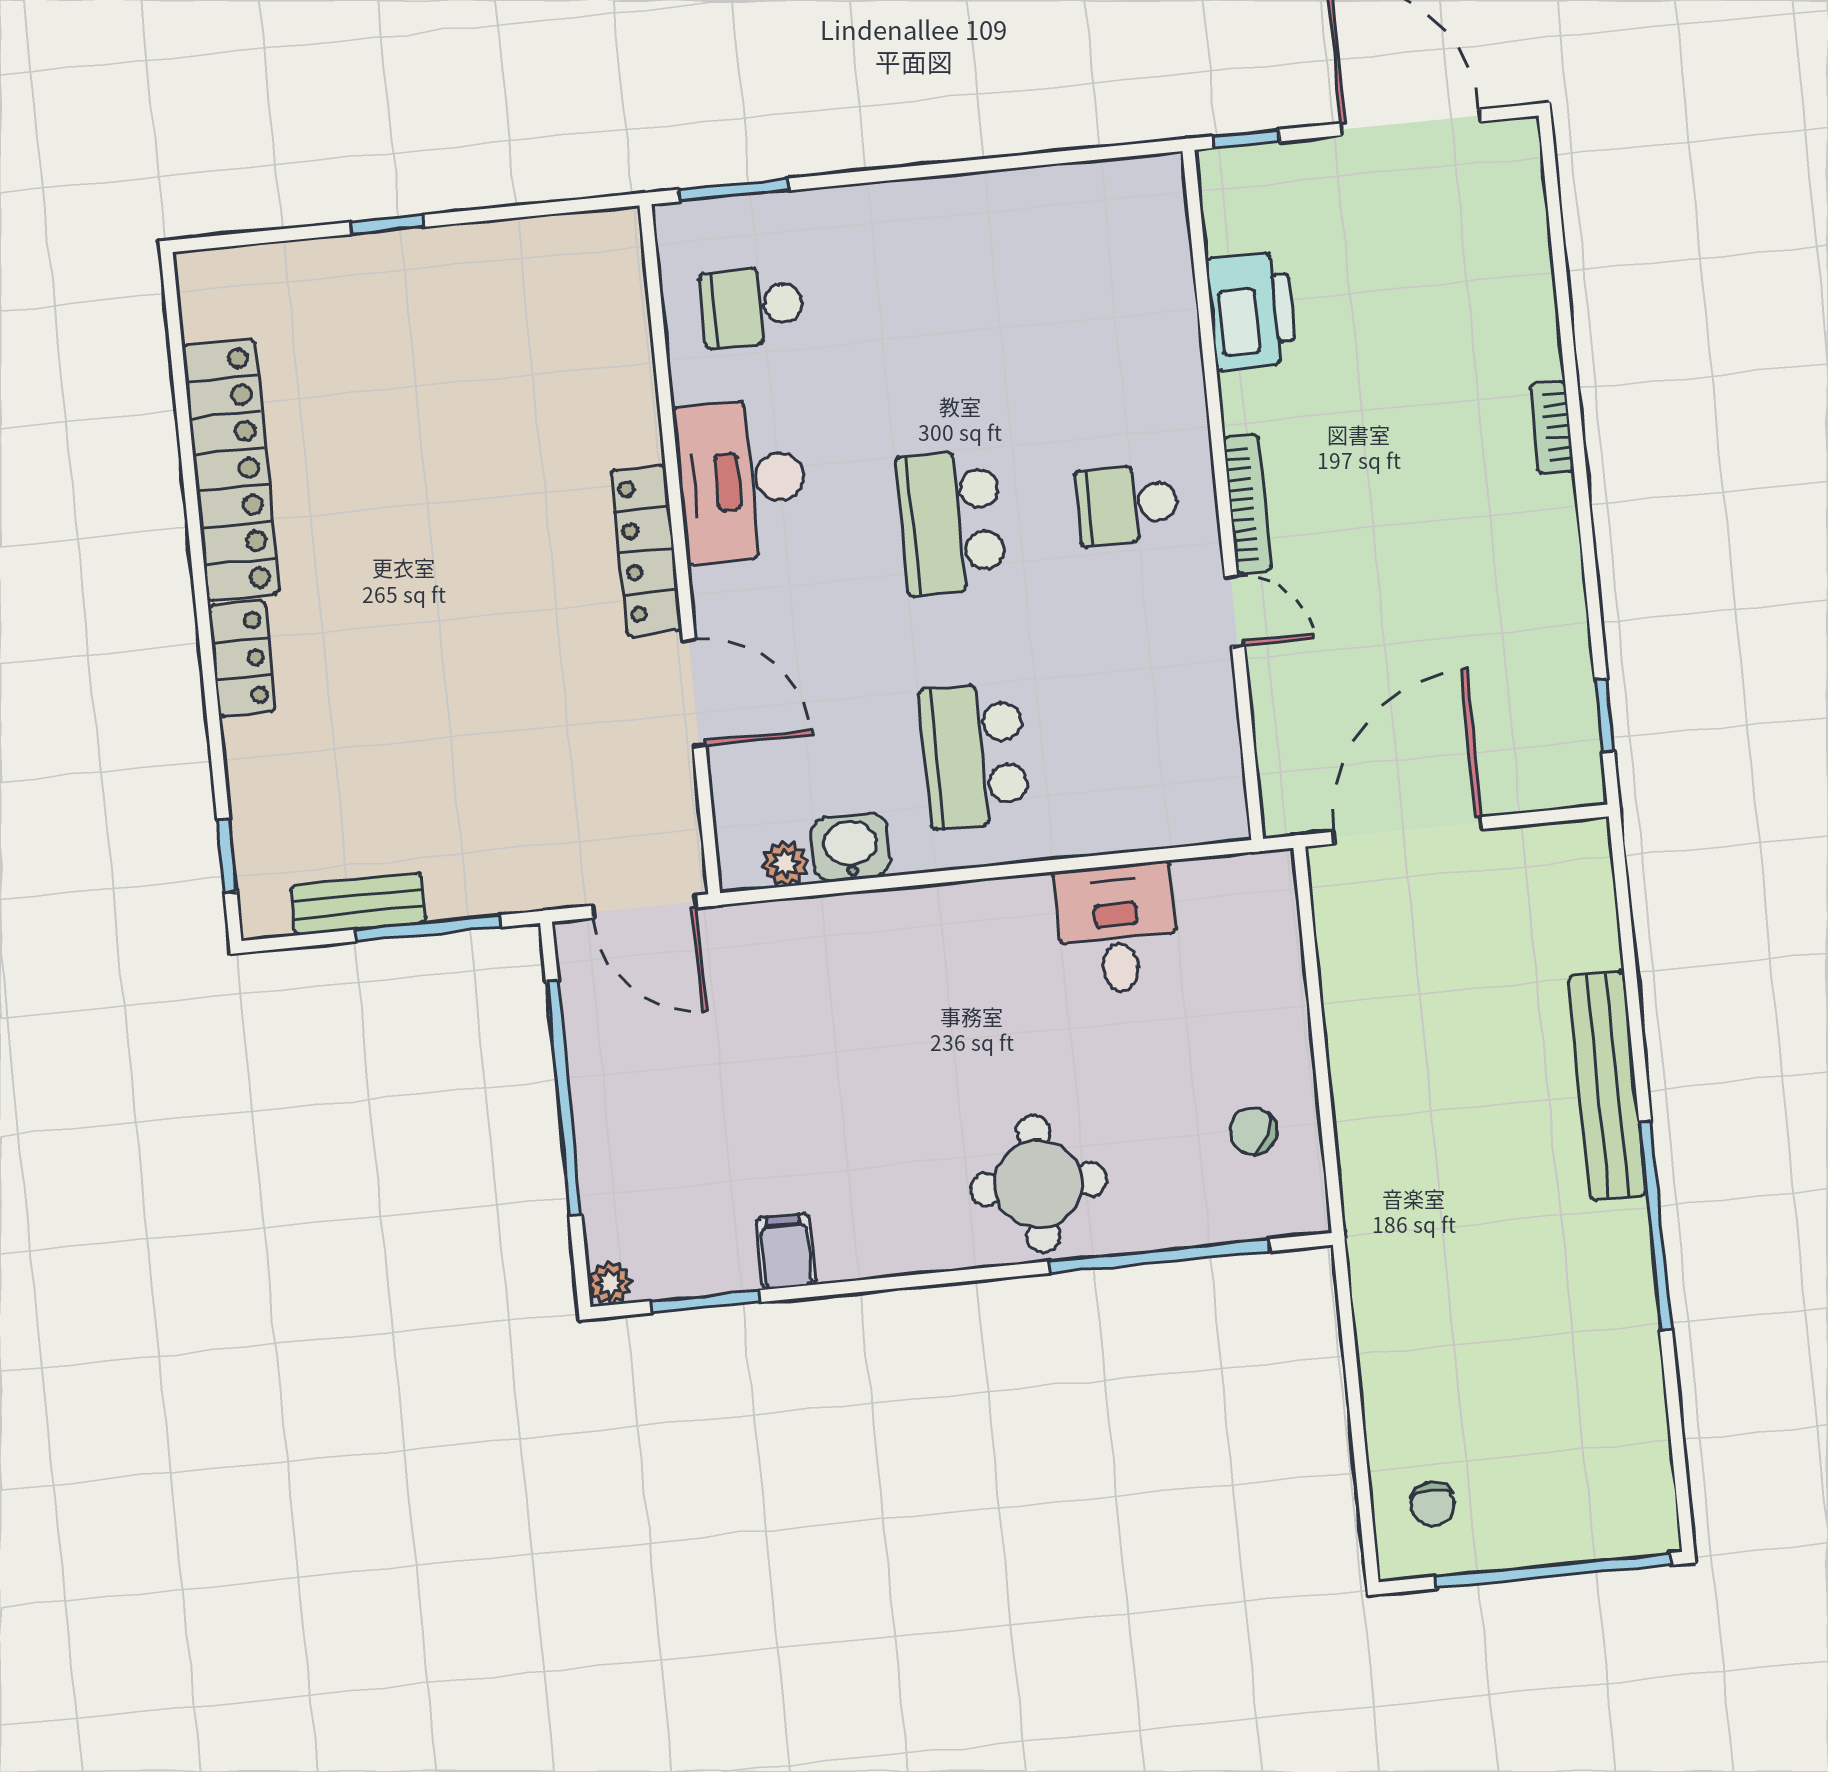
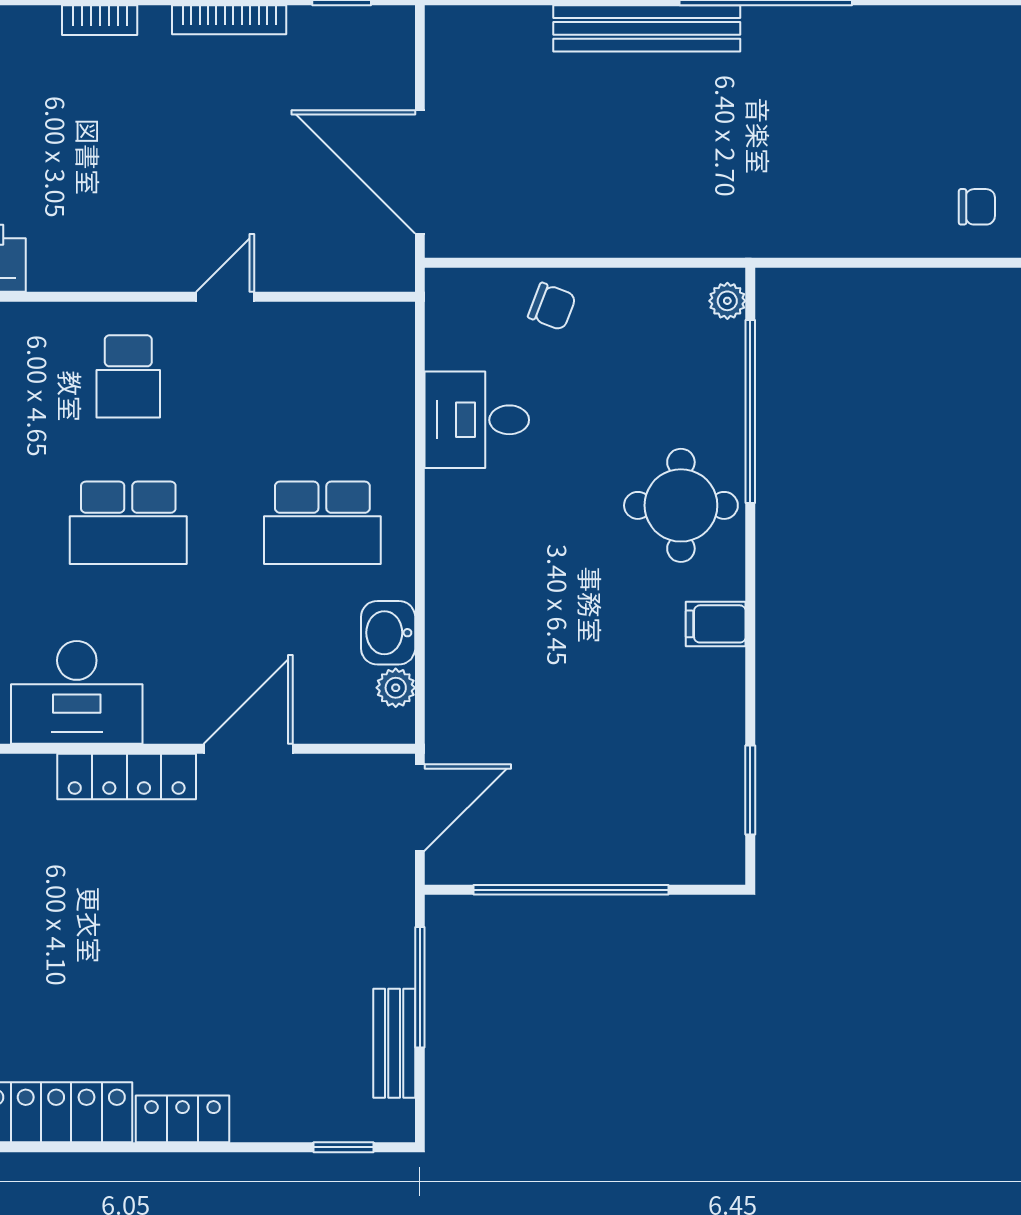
bookcase: (1247, 504) -> (229, 20), moved, turned 180
chair: (1253, 1131) -> (552, 306), moved, turned -93
filing cabinet: (786, 1251) -> (716, 624), moved
plant: (610, 1283) -> (727, 301), moved

